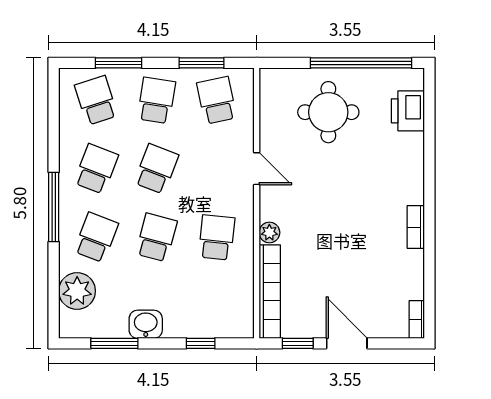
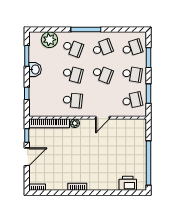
round table: (328, 112) -> (127, 149), removed
school desk: (96, 169) -> (102, 48), turned -42

